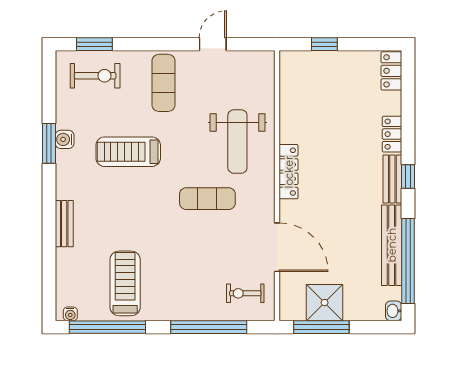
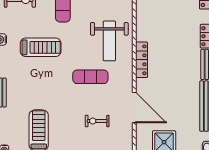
treadmill: (128, 152) -> (41, 47), turned 180
exercise bike: (245, 293) -> (97, 121), moved

